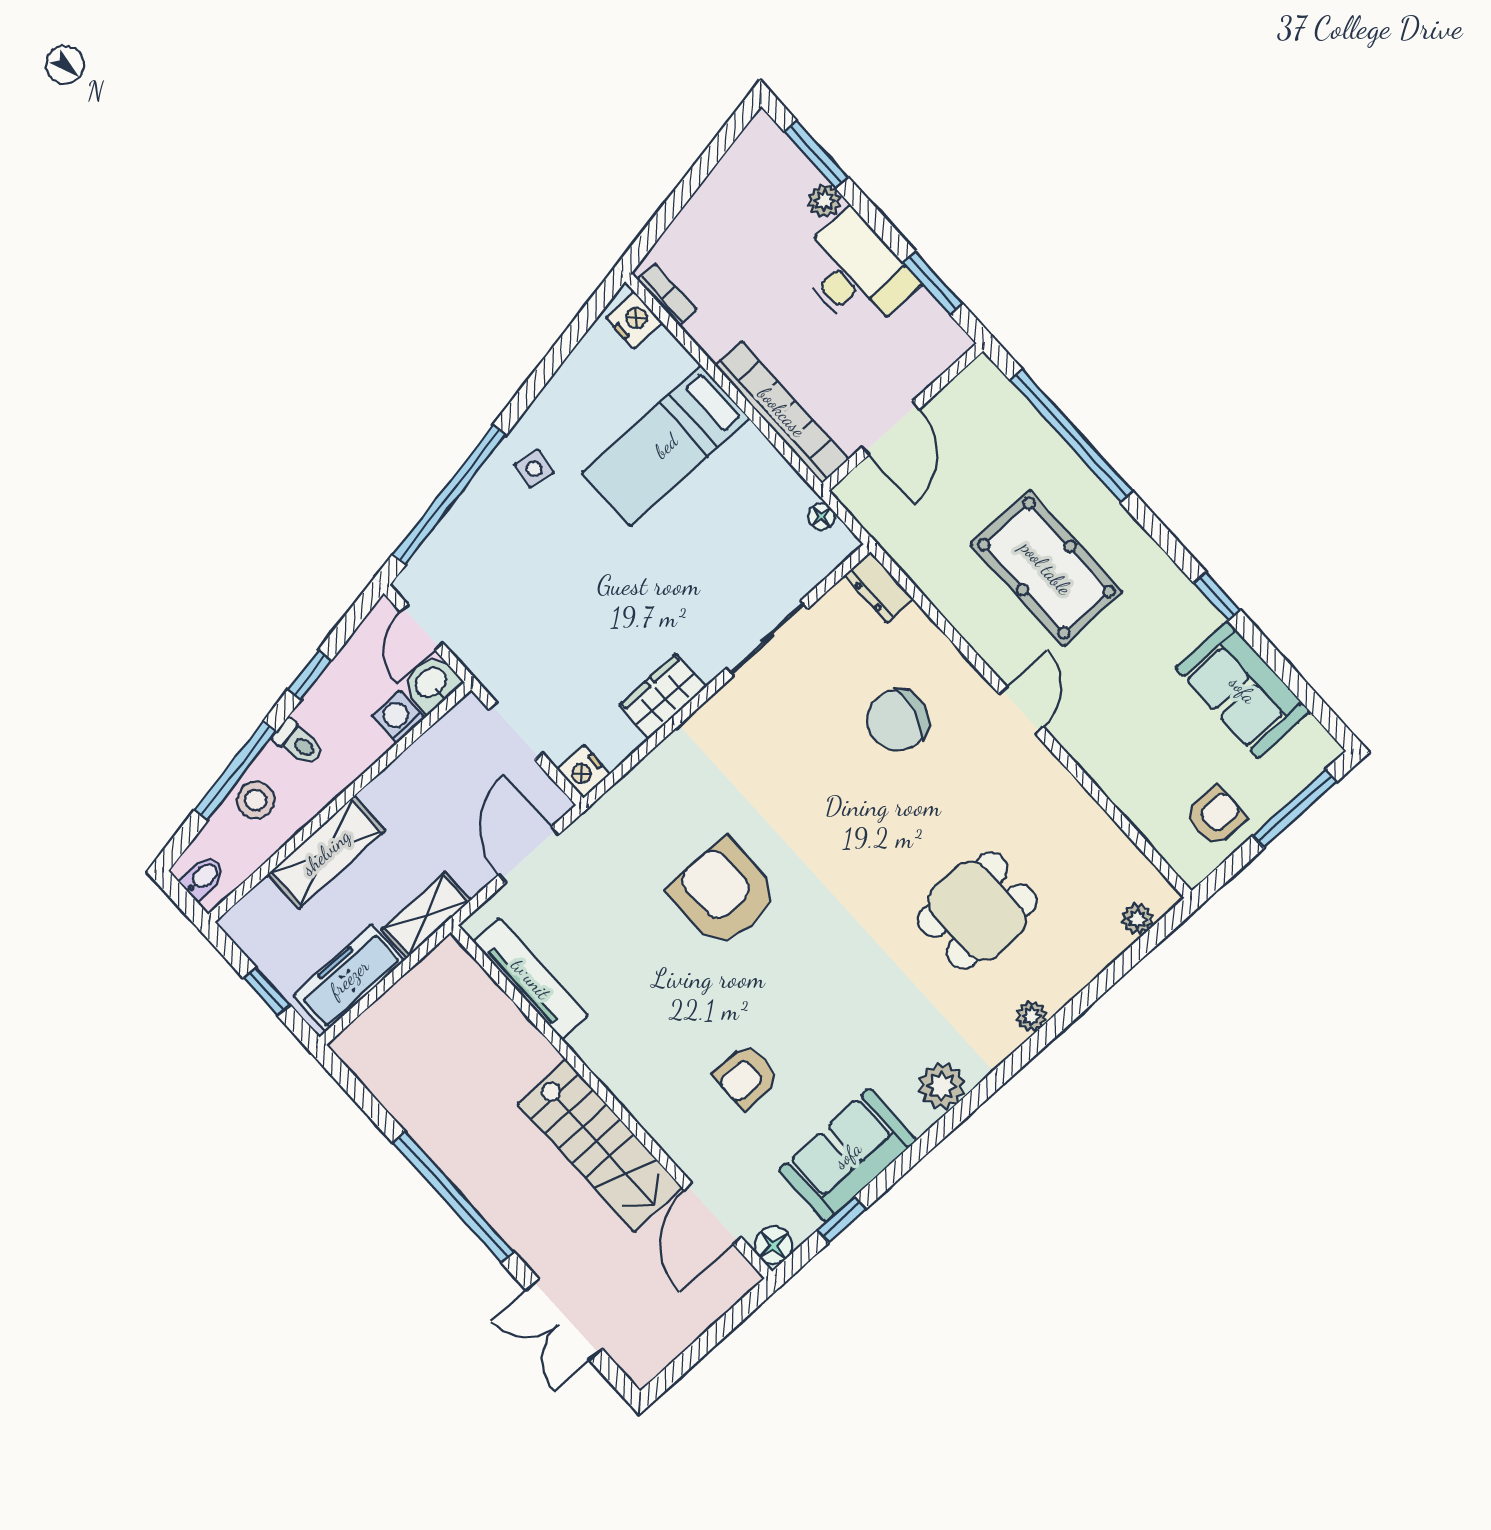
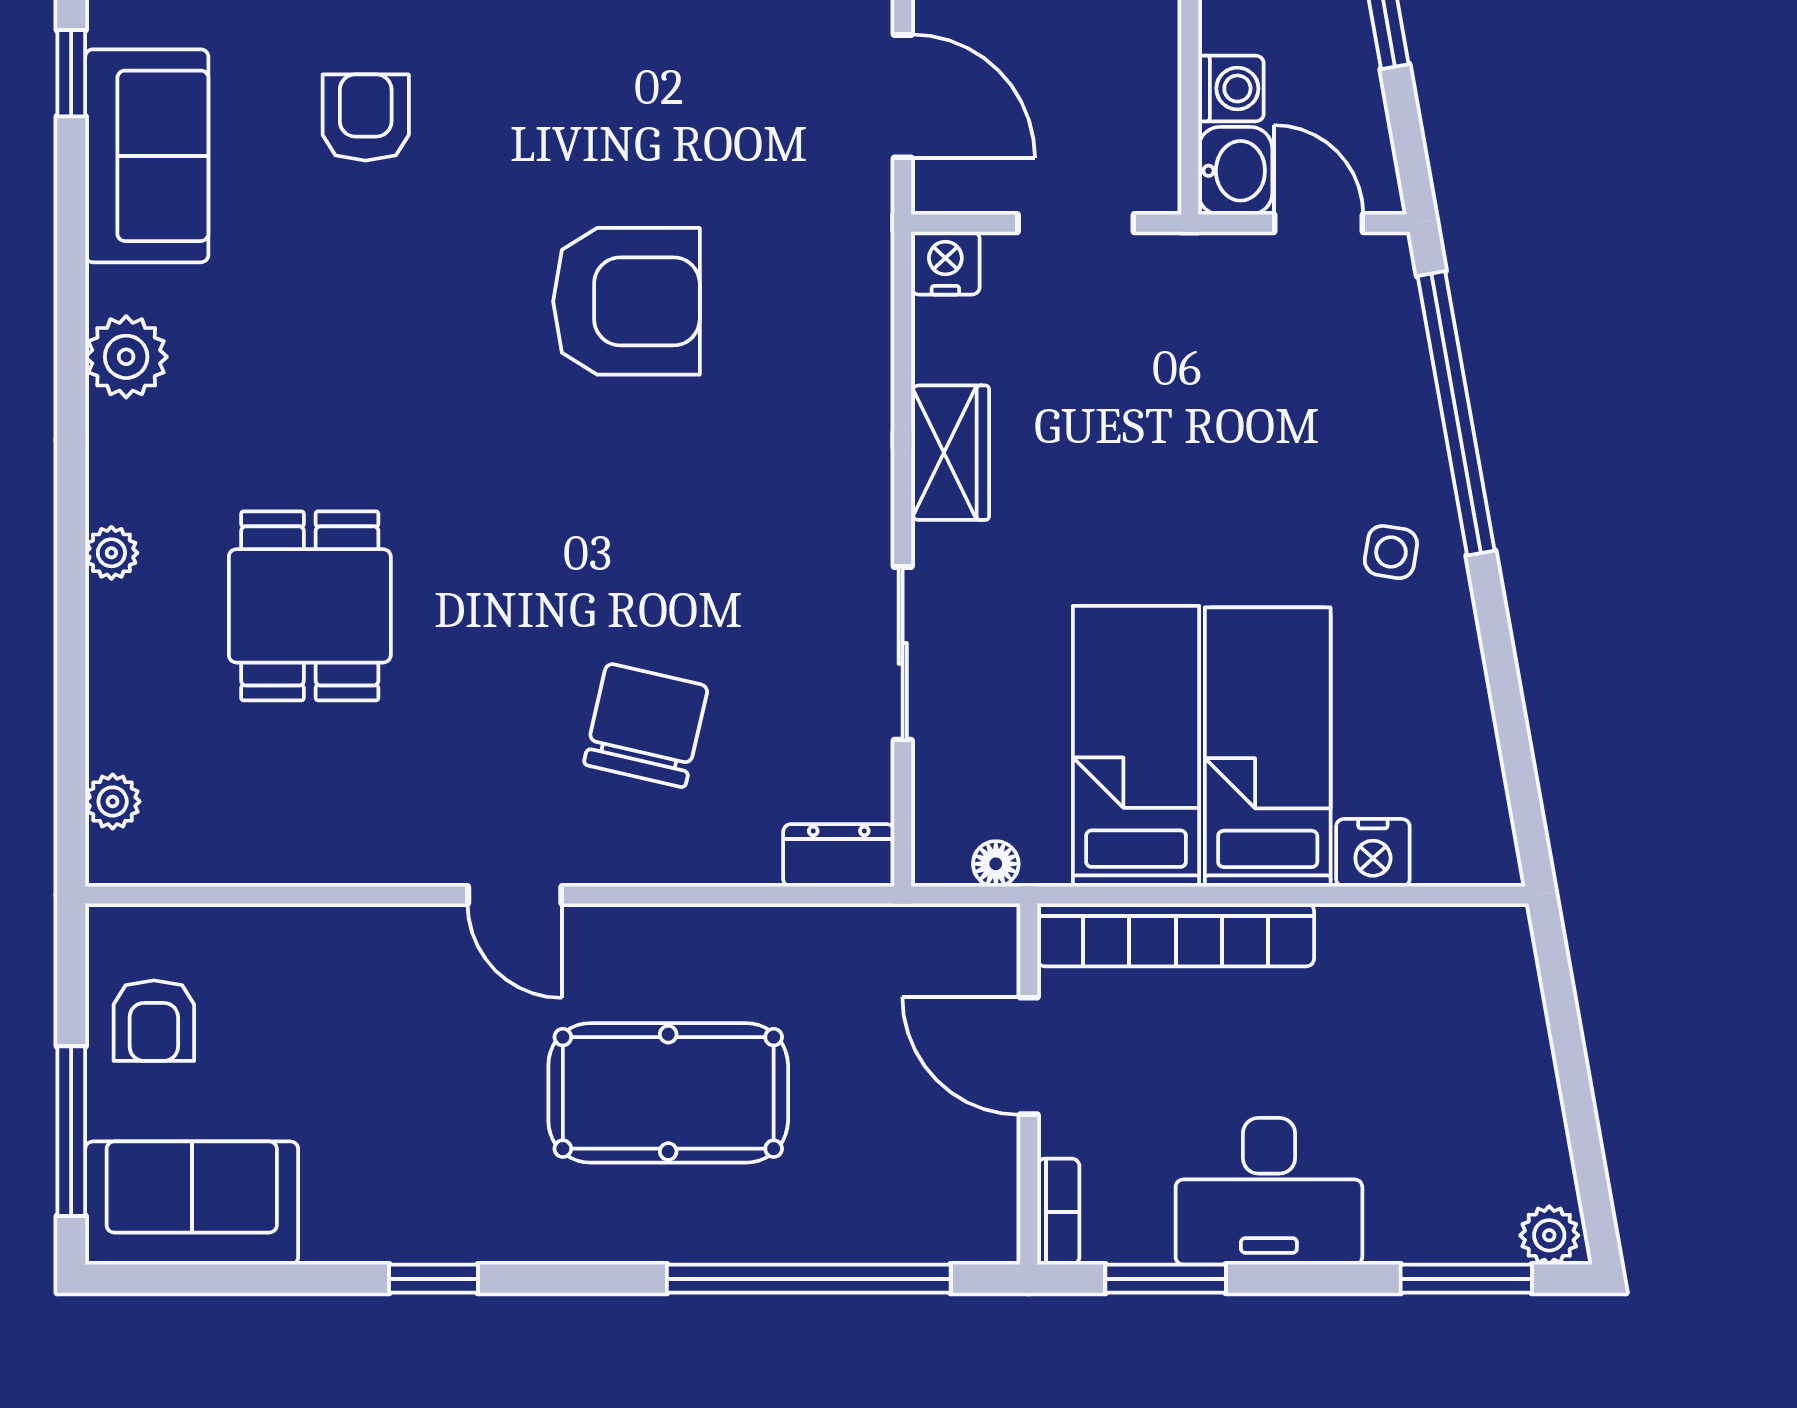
plant: (824, 201) -> (1549, 1235), moved
bookcase: (667, 294) -> (1058, 1212), moved, turned -90
nightstand: (634, 320) -> (1373, 853), moved
bed: (716, 502) -> (1136, 746), added
sofa: (1243, 690) -> (192, 1203), moved

